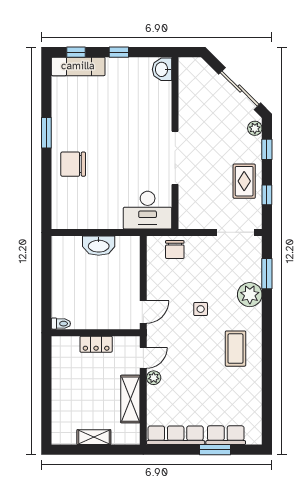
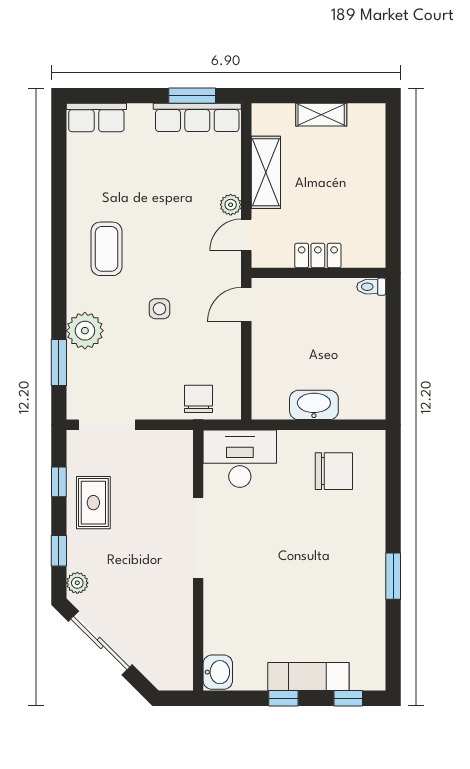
exam couch: (78, 66) -> (308, 676), moved
chair: (73, 164) -> (334, 471), moved
row of seats: (226, 435) -> (96, 118), moved
window: (215, 450) -> (192, 96), moved

